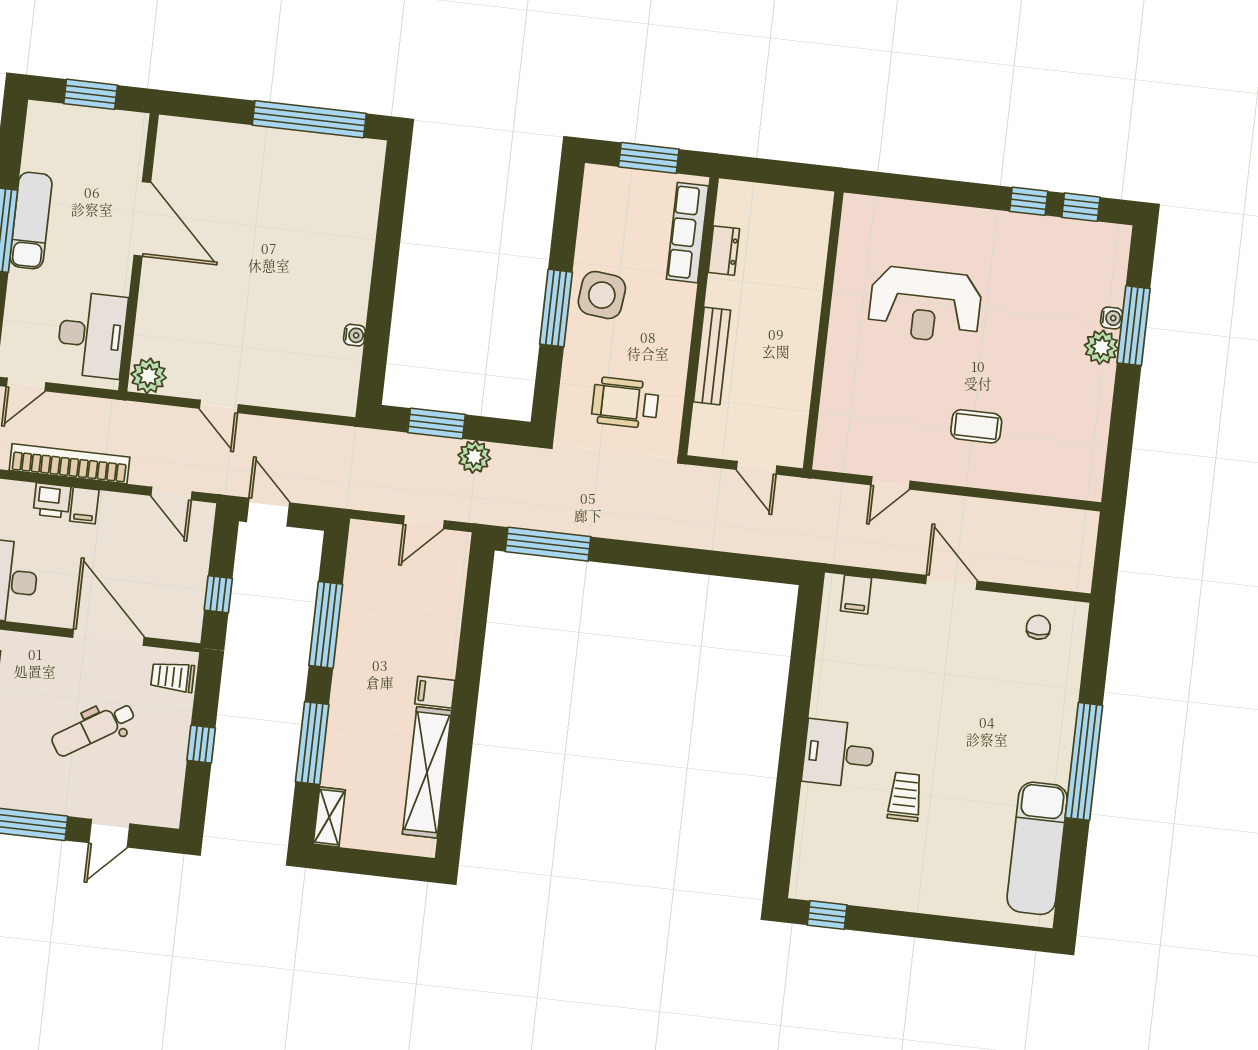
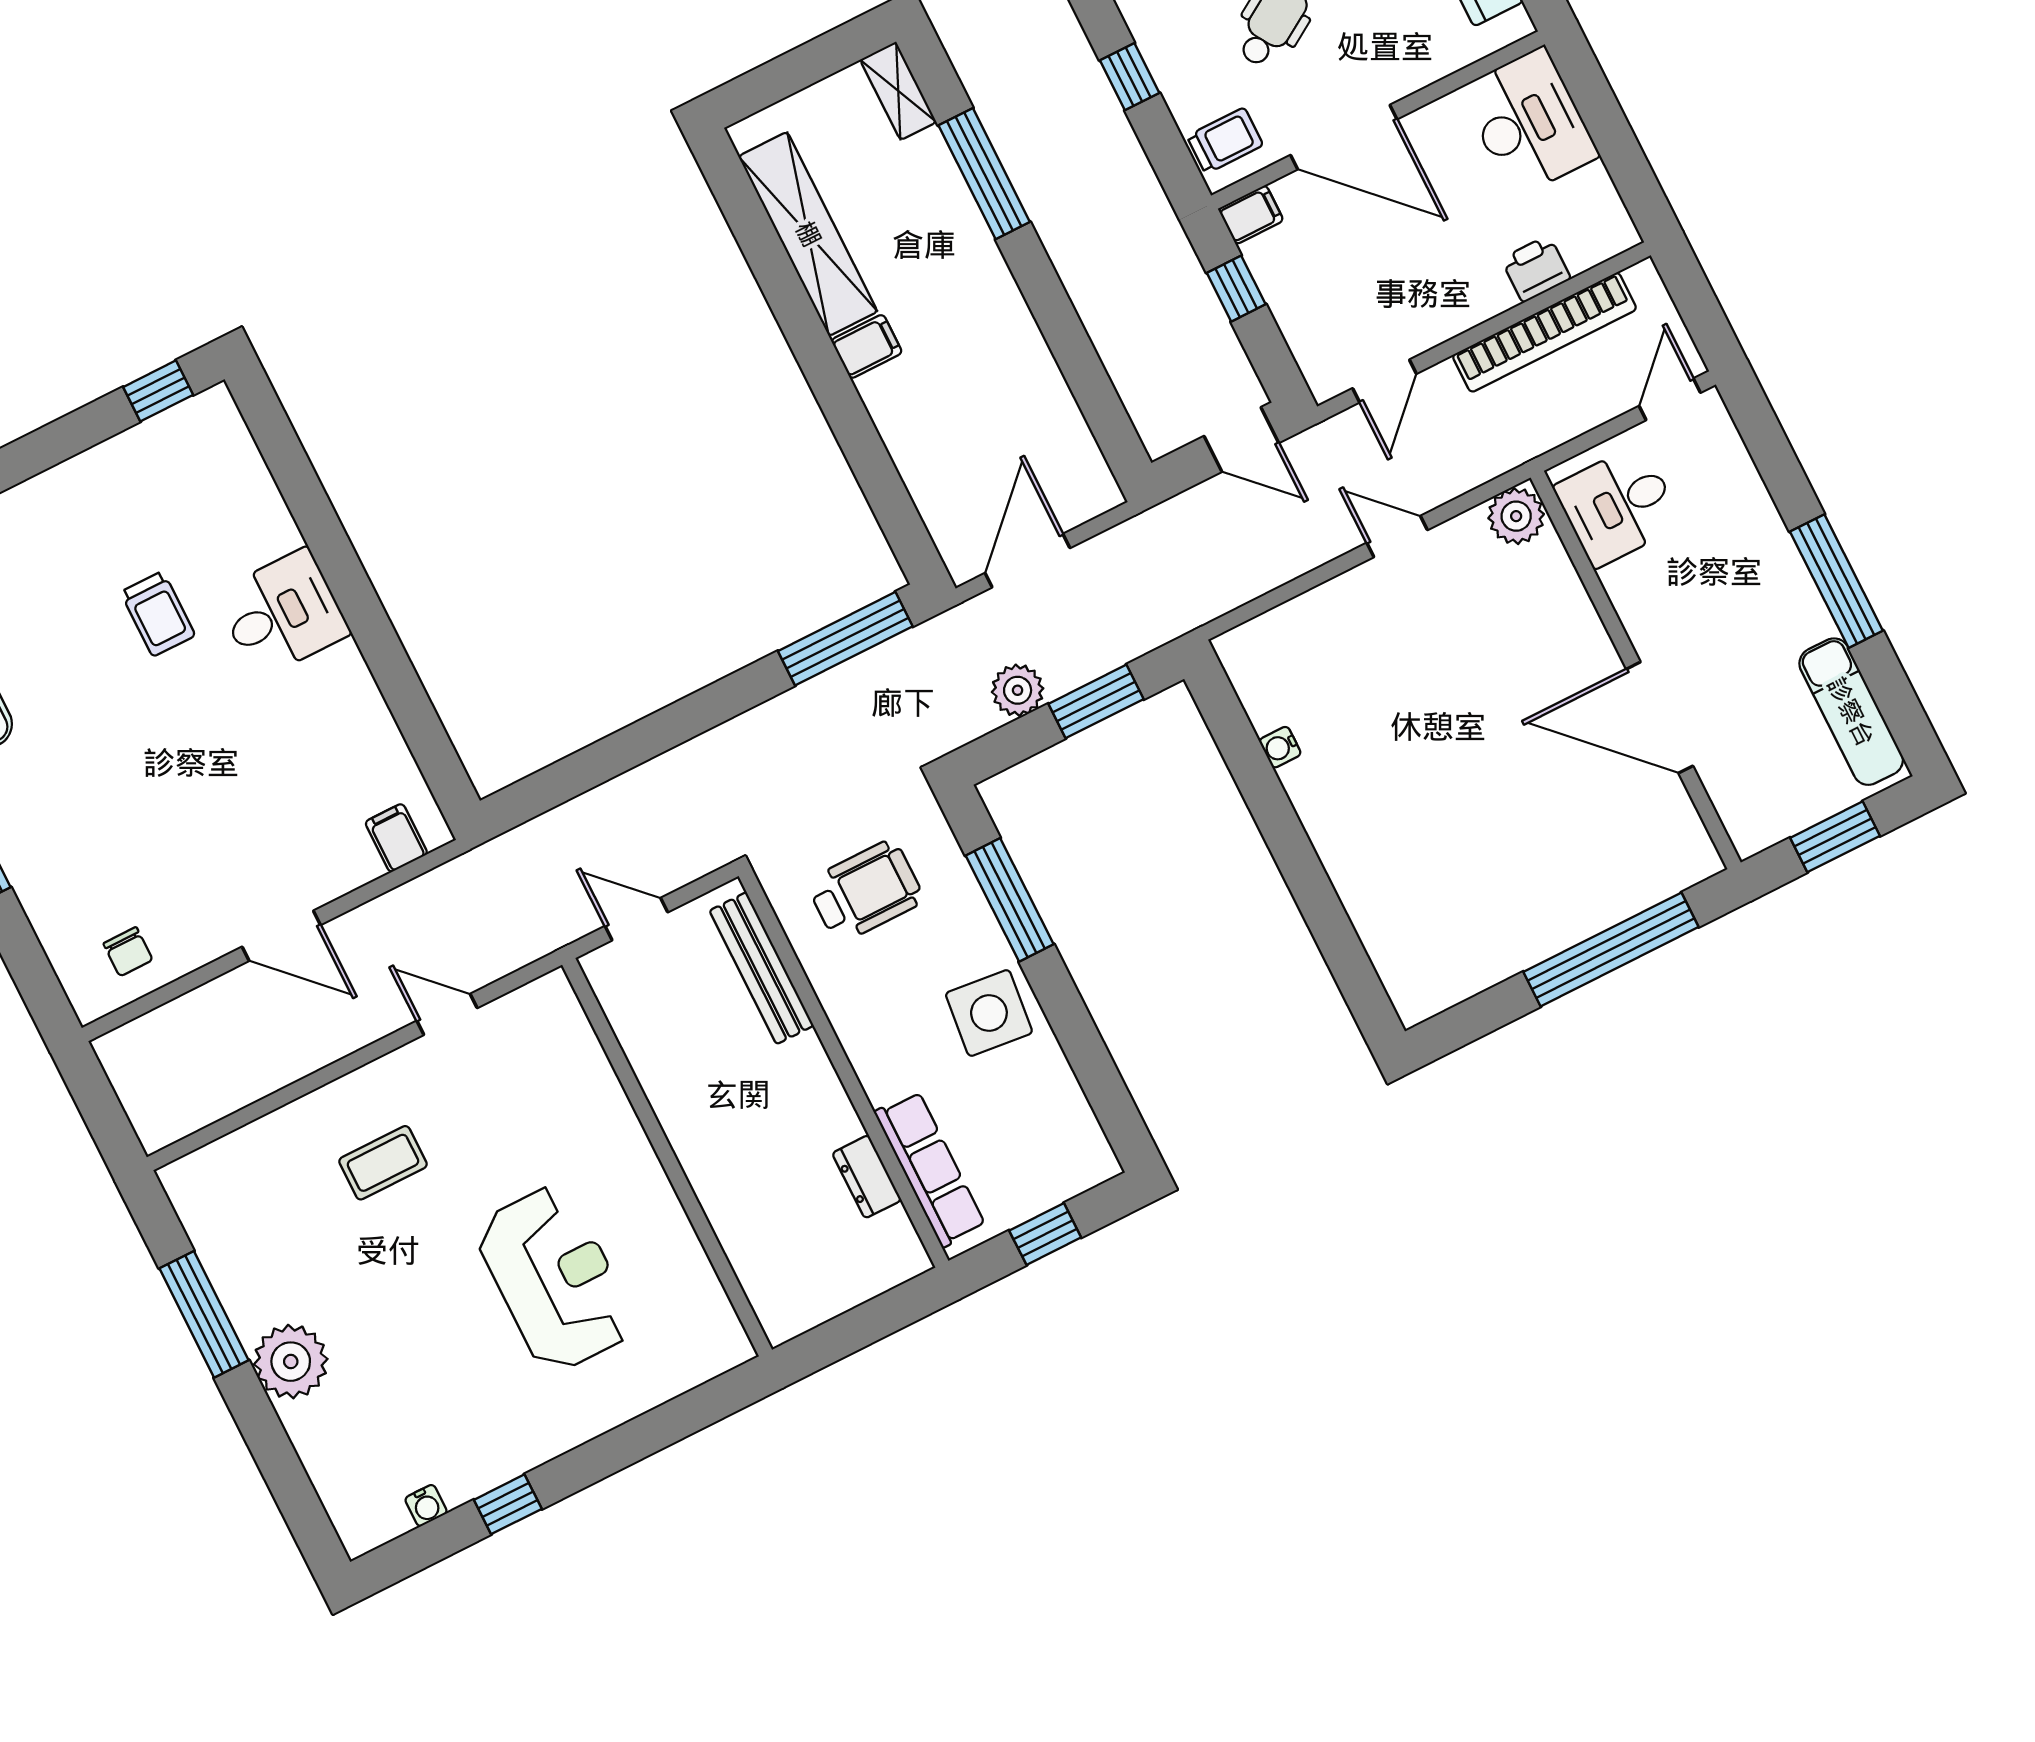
window: (309, 119) -> (1611, 949), moved
window: (649, 158) -> (1045, 1234), width x0.67
window: (1081, 207) -> (434, 1541), removed
exam couch: (31, 220) -> (1851, 712), moved
reception desk: (925, 305) -> (555, 1278), turned 90
window: (556, 308) -> (1010, 900), moved
water cooler: (1112, 318) -> (426, 1505), moved, turned -90
window: (1134, 326) -> (204, 1314), moved
desk: (92, 335) -> (1618, 505), width x0.73
plant: (1101, 347) -> (291, 1362), width x1.36, depth x1.36
bench: (712, 356) -> (762, 968), moved
door: (891, 483) -> (447, 1014), hinge flipped
door: (171, 494) -> (1385, 381), swing flipped
filing cabinet: (84, 505) -> (1251, 215), moved, turned 90
door: (424, 522) -> (1027, 561), width x1.38
window: (326, 625) -> (1068, 341), removed

